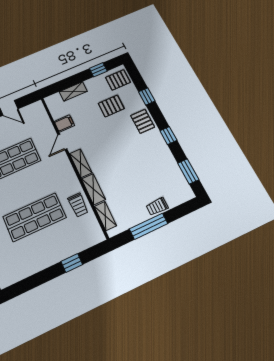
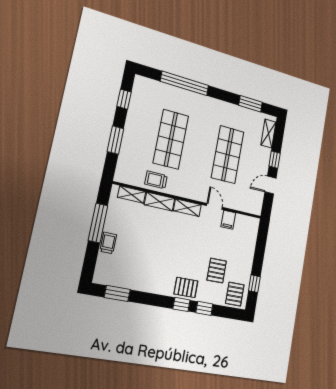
shelving: (73, 91) -> (250, 248), removed
window: (168, 136) -> (181, 304), moved
window: (72, 263) -> (115, 140), width x1.50
window: (31, 282) -> (124, 99), added

